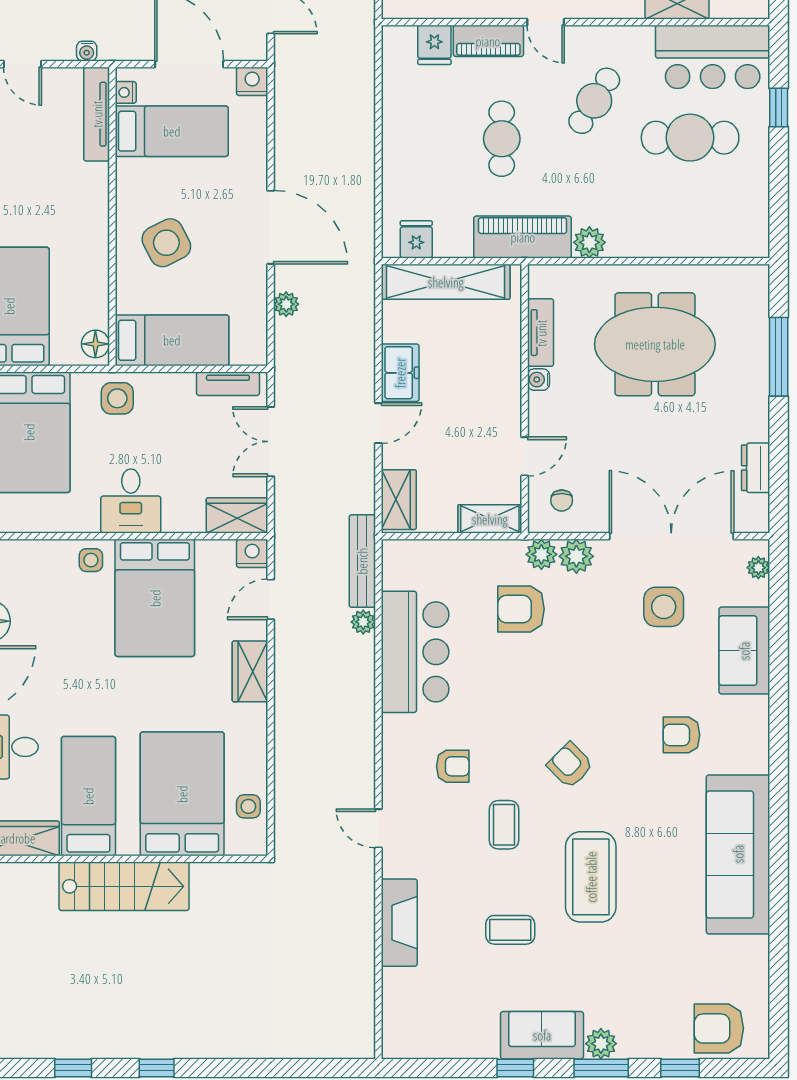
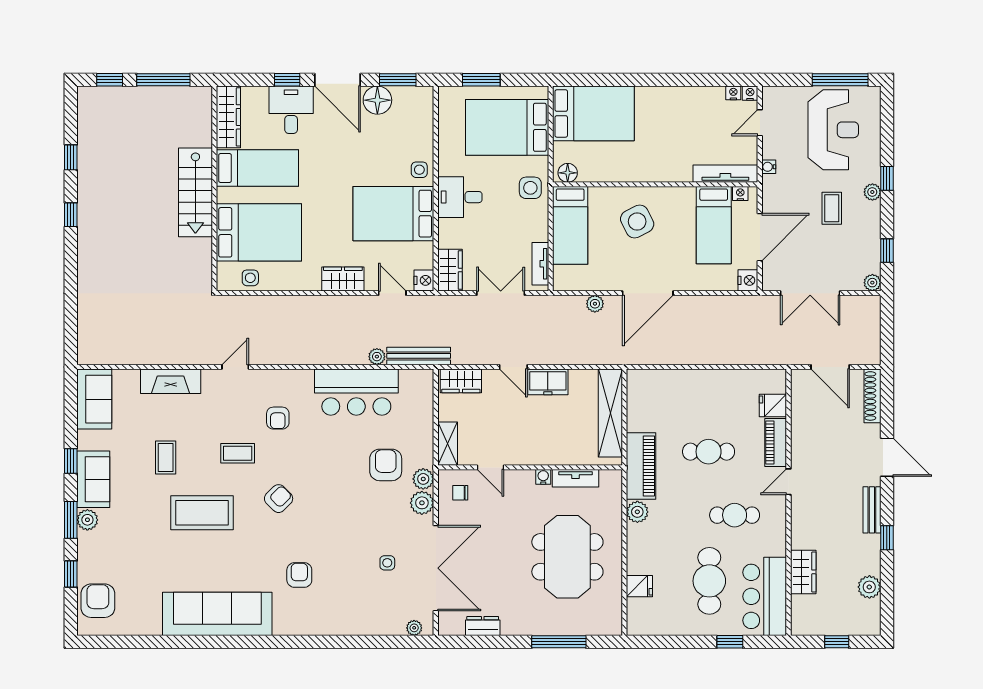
cafe table: (594, 101) -> (735, 515), turned -32
fridge: (416, 239) -> (639, 586), moved
side table: (664, 607) -> (387, 563), width x0.54, depth x0.54
sofa: (744, 651) -> (94, 399), moved, turned 90

